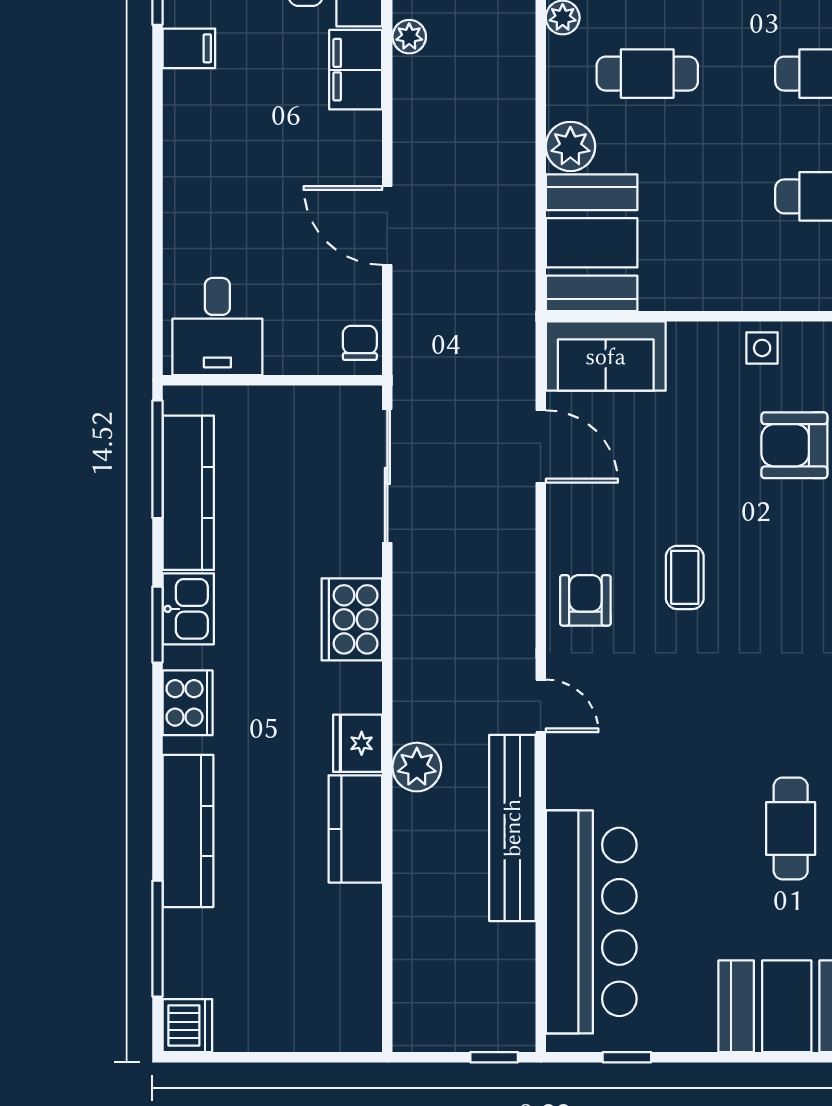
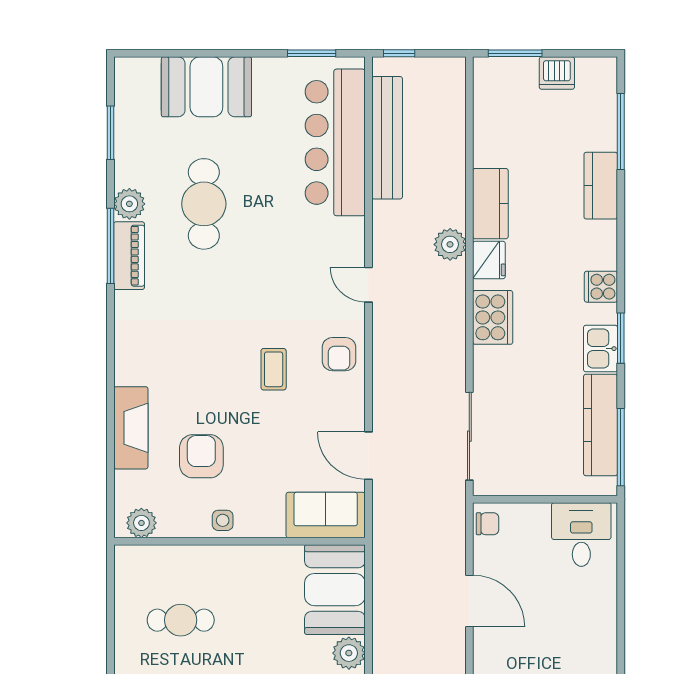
chair: (360, 343) -> (488, 524), turned -90
armchair: (794, 445) -> (201, 456), turned -90
cooker: (352, 619) -> (493, 317), moved
cooker: (188, 703) -> (601, 287), width x0.73
bench: (512, 828) -> (387, 138), moved
cafe table: (791, 828) -> (204, 204), width x1.37, depth x1.35
kitchen counter: (188, 831) -> (601, 186), width x0.67
dishwasher: (187, 1026) -> (557, 73), moved, turned -90
window: (318, 1057) -> (515, 53), added
window: (627, 1057) -> (312, 53), width x1.50

